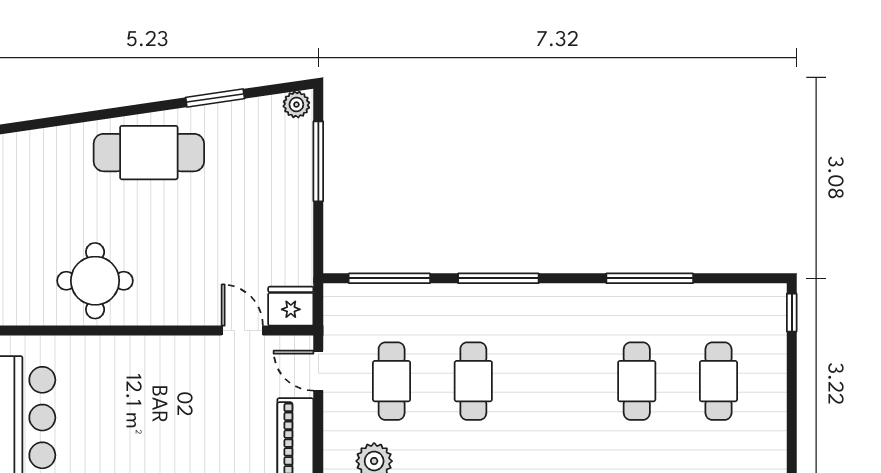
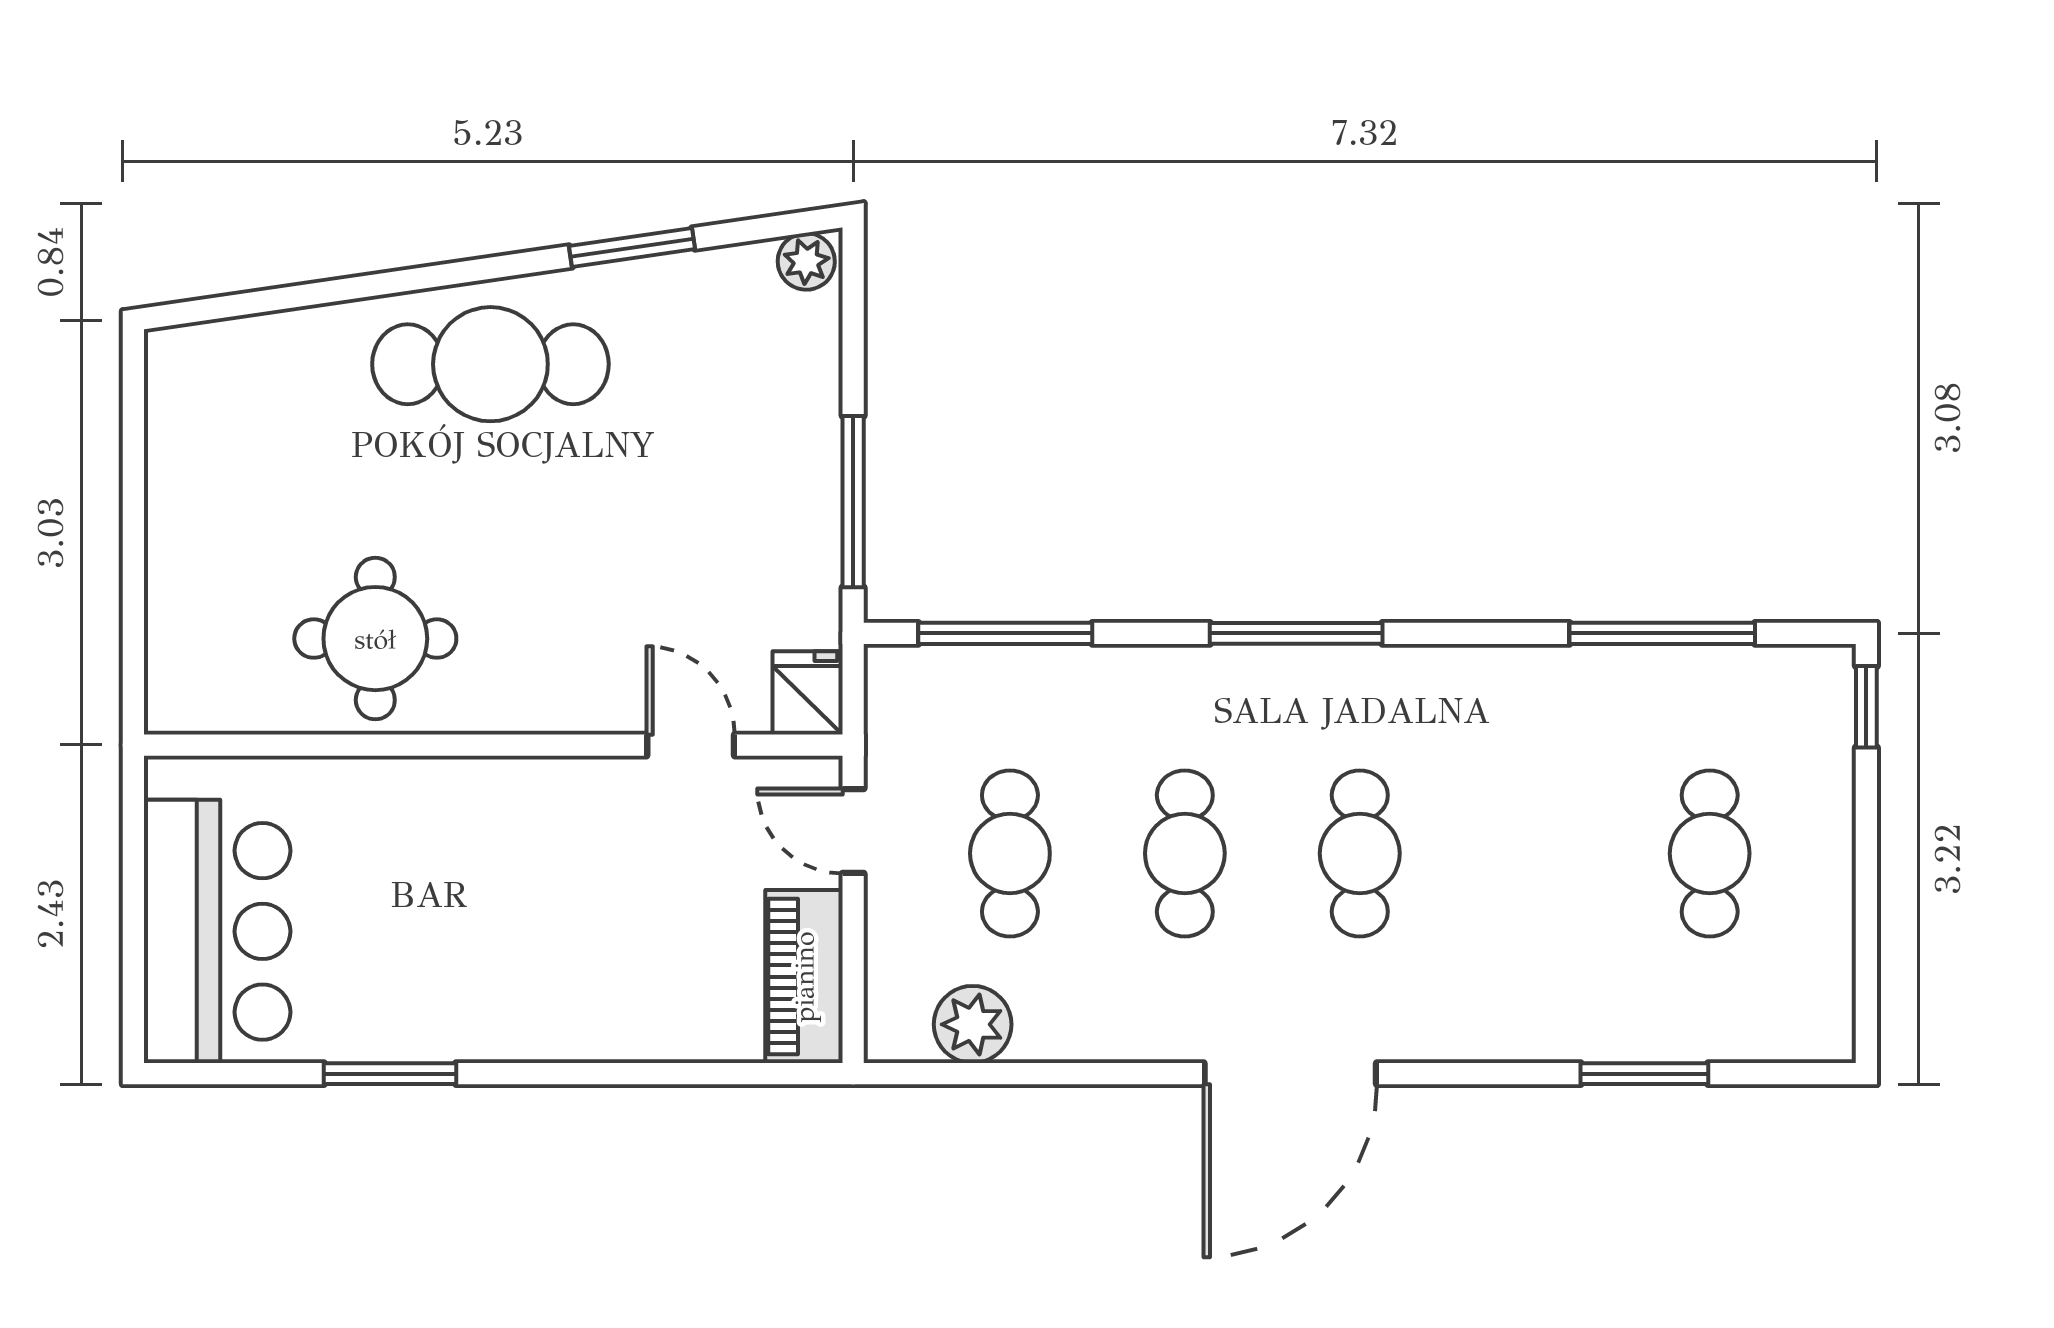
window: (318, 161) -> (853, 502), moved
window: (498, 278) -> (1296, 633), moved
window: (650, 278) -> (1662, 633), moved
fridge: (291, 306) -> (808, 693), width x0.72
cafe table: (637, 381) -> (1360, 853), moved

